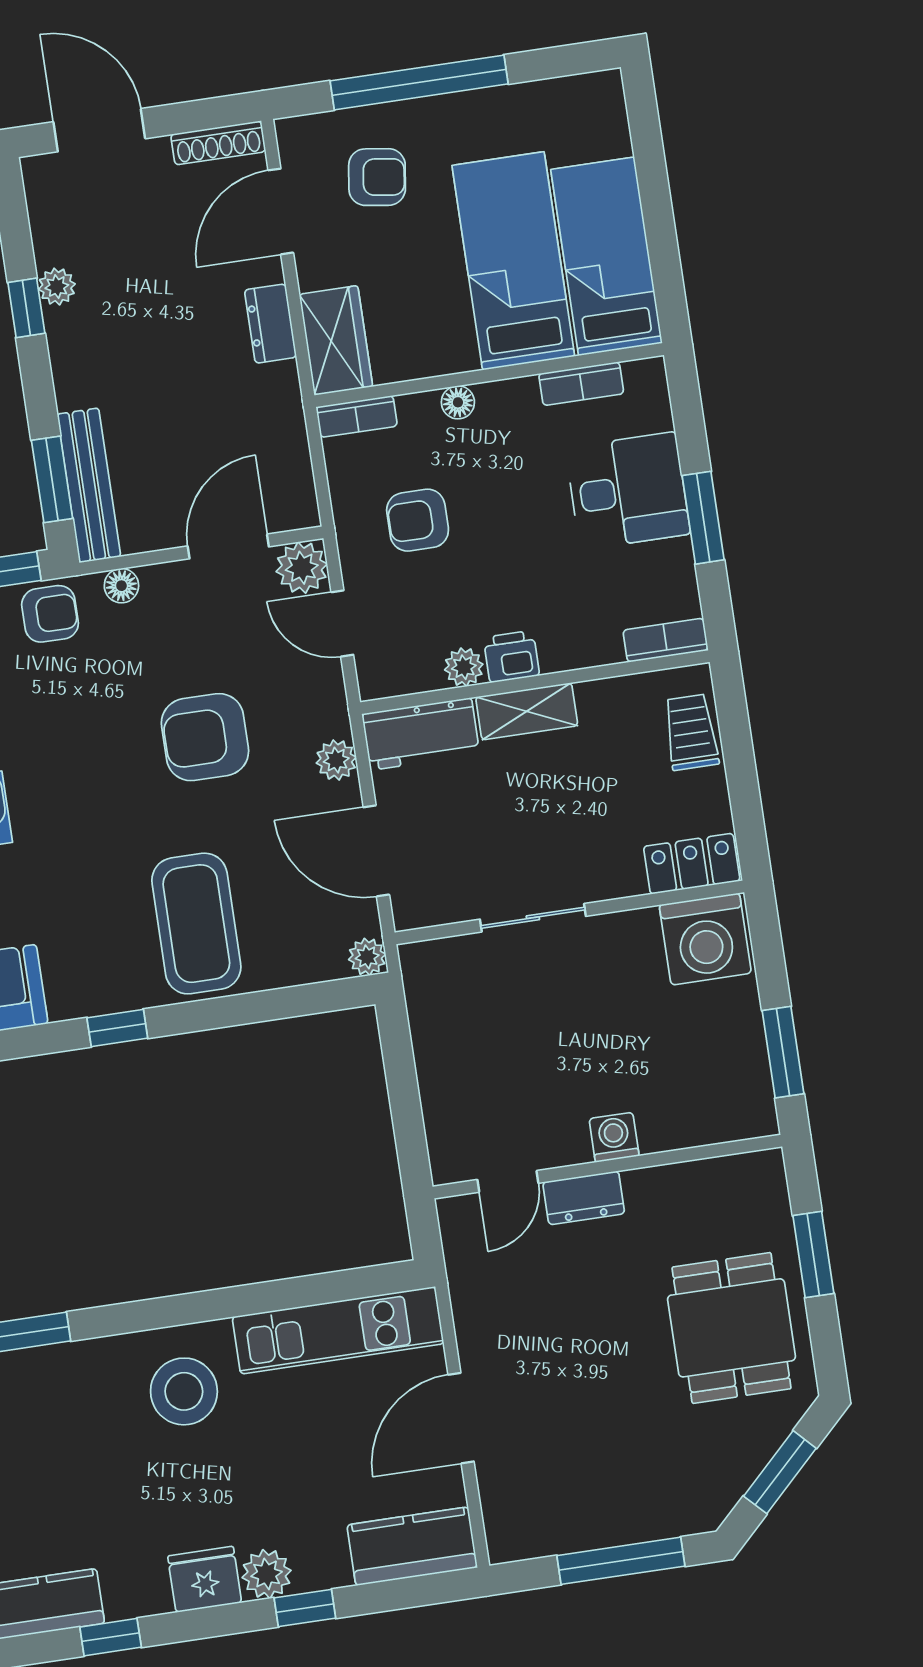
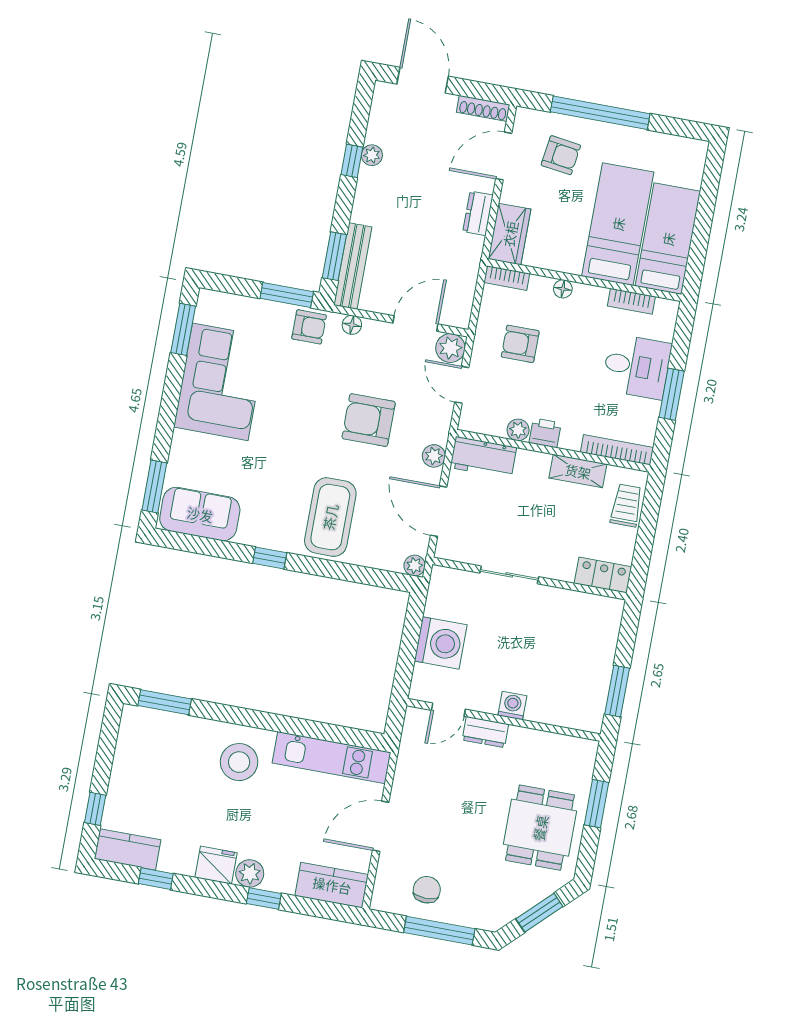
bookcase: (666, 640) -> (617, 450), width x1.56
shelving: (527, 711) -> (578, 471), moved
washing machine: (705, 939) -> (441, 643), moved, turned -90
chair: (576, 1499) -> (427, 890), added

